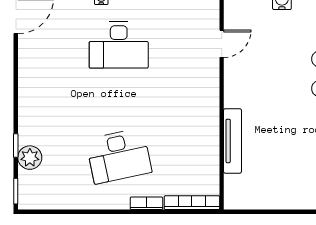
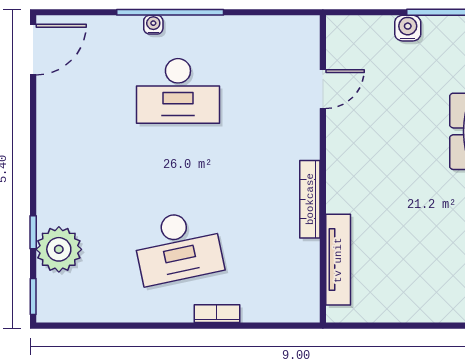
tv unit: (233, 141) -> (338, 260), moved
plant: (30, 158) -> (59, 249), width x1.36, depth x1.36
bookcase: (192, 203) -> (310, 199), moved, turned -90

